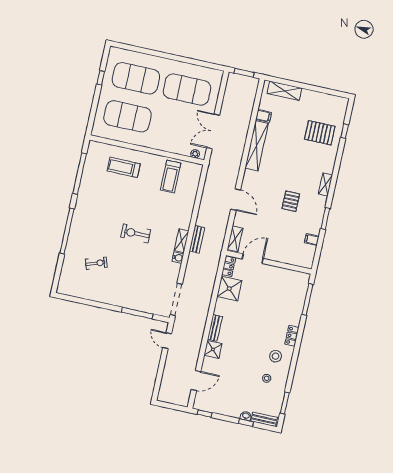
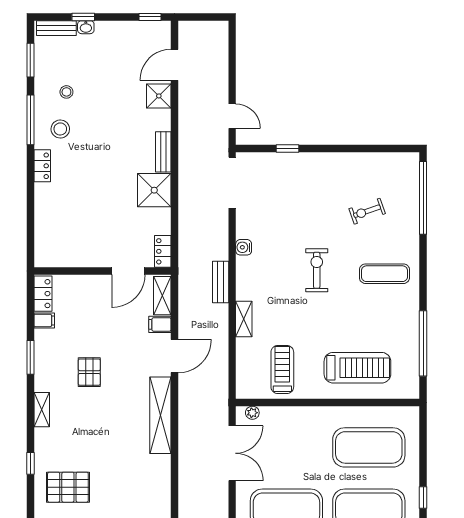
filing cabinet: (264, 116) -> (160, 324), moved
window: (345, 131) -> (30, 463), moved
shelving: (257, 146) -> (160, 415), moved
treadmill: (124, 167) -> (357, 368), width x1.37, depth x1.38
door: (236, 200) -> (175, 356), swing flipped
exercise mat: (94, 222) -> (384, 274), added
window: (67, 231) -> (423, 198), moved
exercise bike: (136, 233) -> (317, 270), turned -90
shelving: (182, 241) -> (244, 319), moved
locker: (309, 256) -> (43, 294), added
shower: (229, 289) -> (154, 190), moved
window: (308, 299) -> (30, 120), moved
window: (137, 313) -> (288, 148), width x0.46
shower: (213, 349) -> (159, 96), moved

